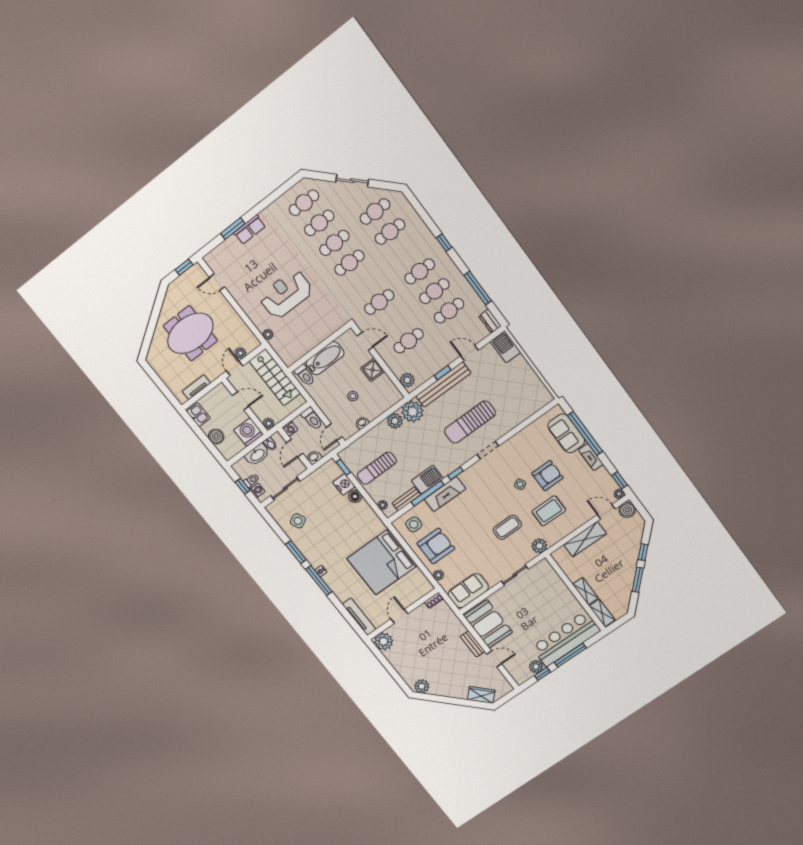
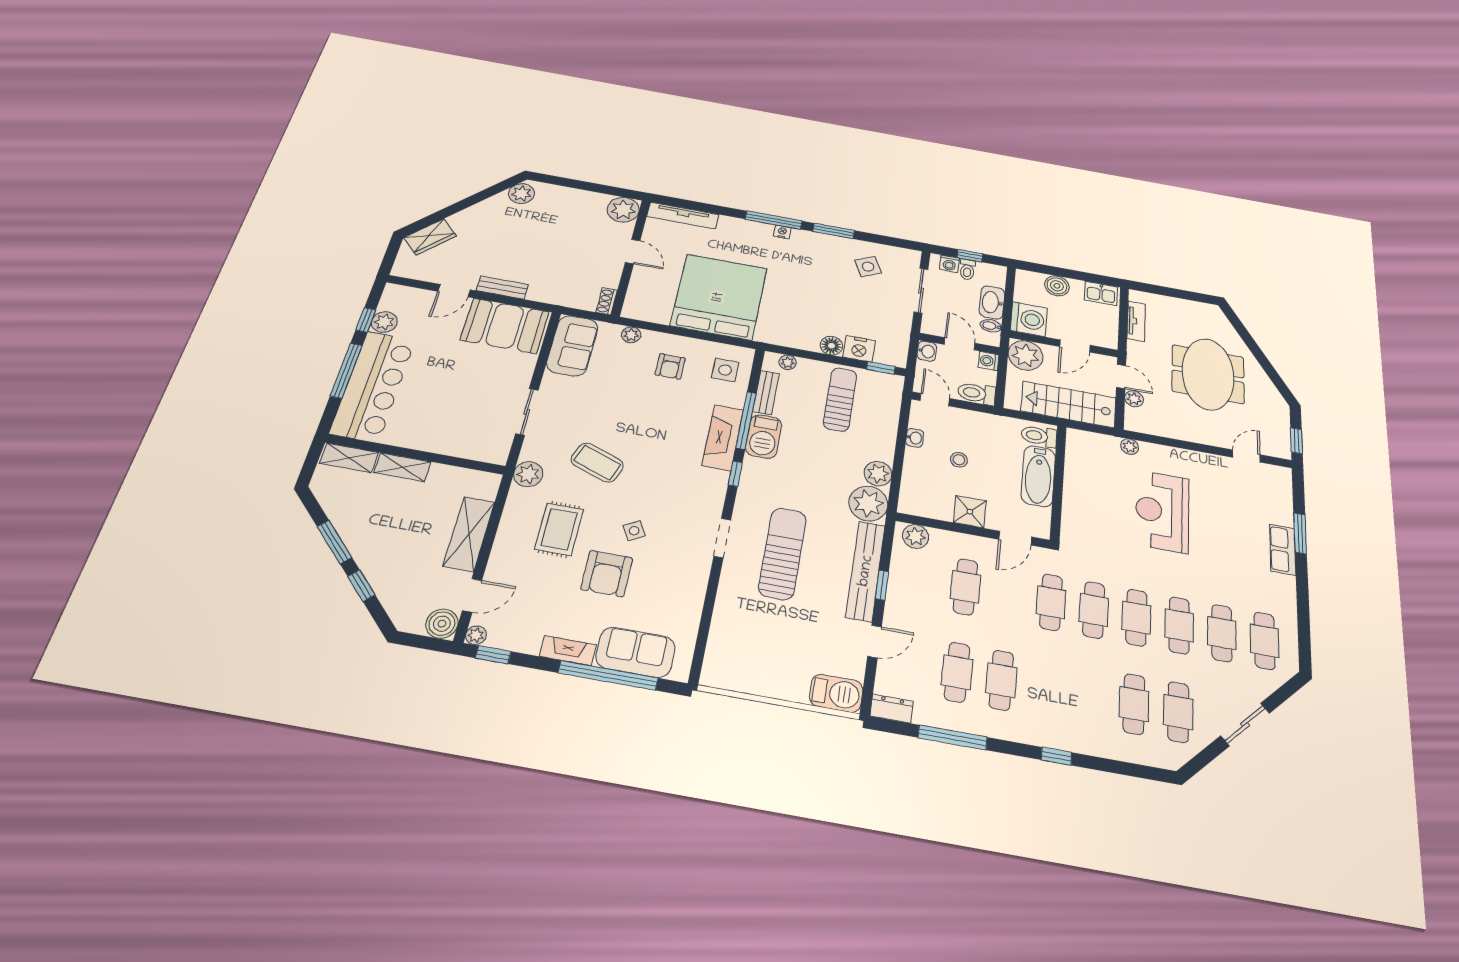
cafe table: (420, 271) -> (1094, 610), moved
reception desk: (286, 294) -> (1162, 511), turned 180
plant: (269, 423) -> (1025, 355), width x1.88, depth x1.88
coffee table: (507, 527) -> (597, 463), turned -70
armchair: (436, 546) -> (670, 366), width x0.53, depth x0.53

